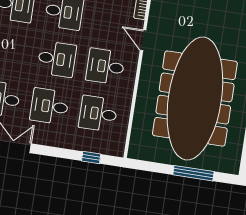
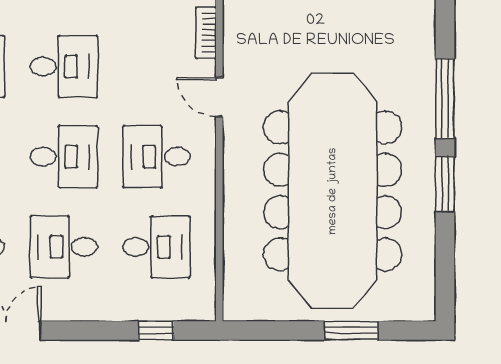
desk: (98, 114) -> (157, 247), turned 180
window: (193, 173) -> (351, 331), width x0.69

